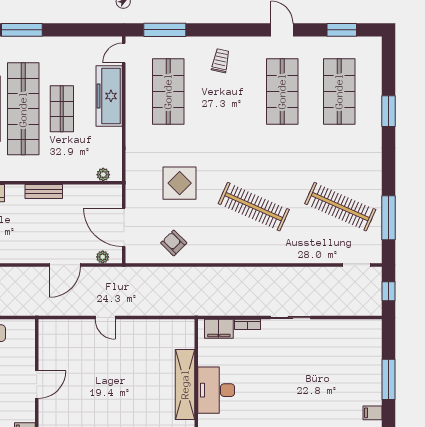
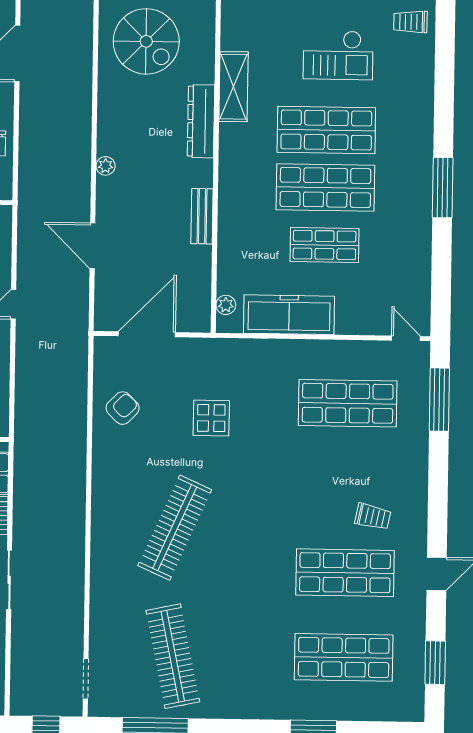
trolley: (221, 61) -> (373, 517), moved
freezer: (109, 96) -> (289, 315), moved
shop shelf: (23, 109) -> (325, 187), width x0.71
display table: (180, 183) -> (211, 418), width x0.73, depth x0.73
clothes rail: (340, 207) -> (173, 656), turned -36
plant: (103, 257) -> (106, 166), moved

